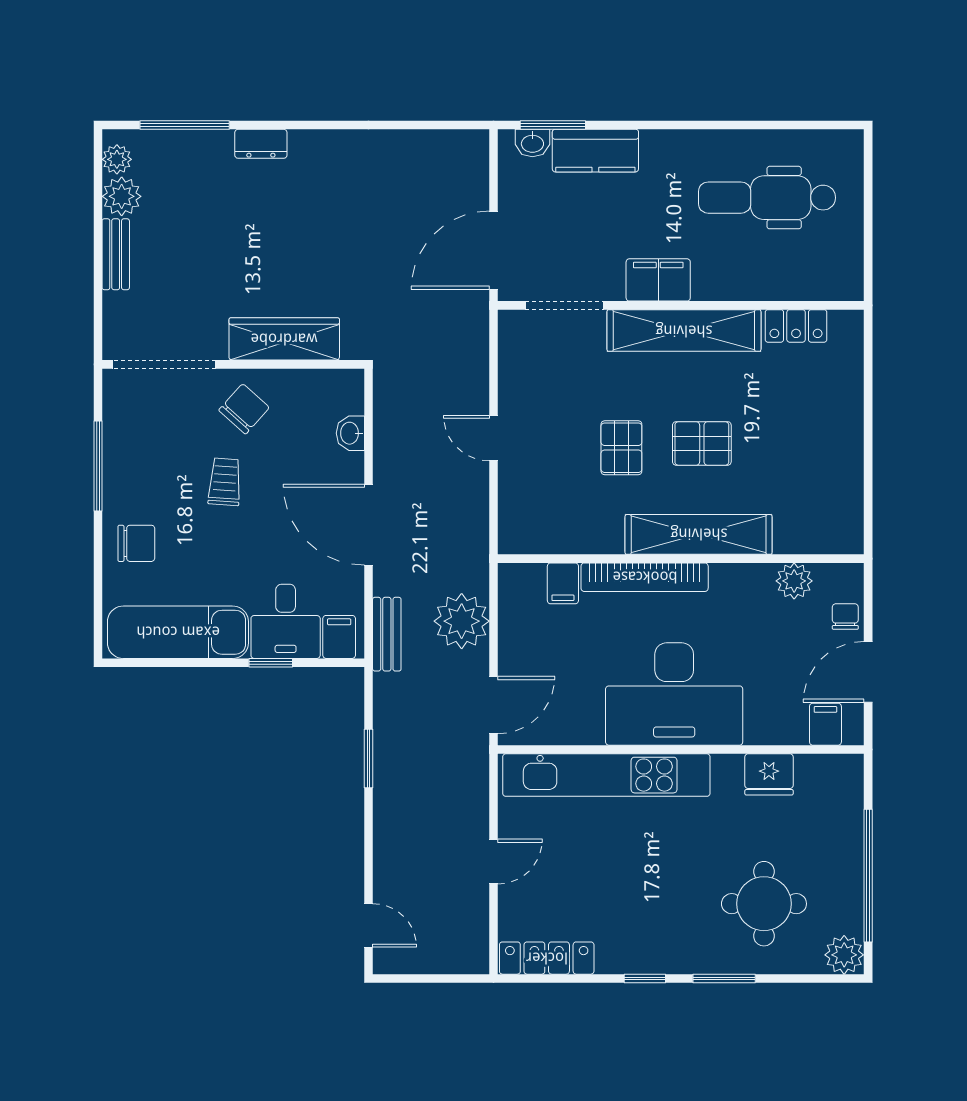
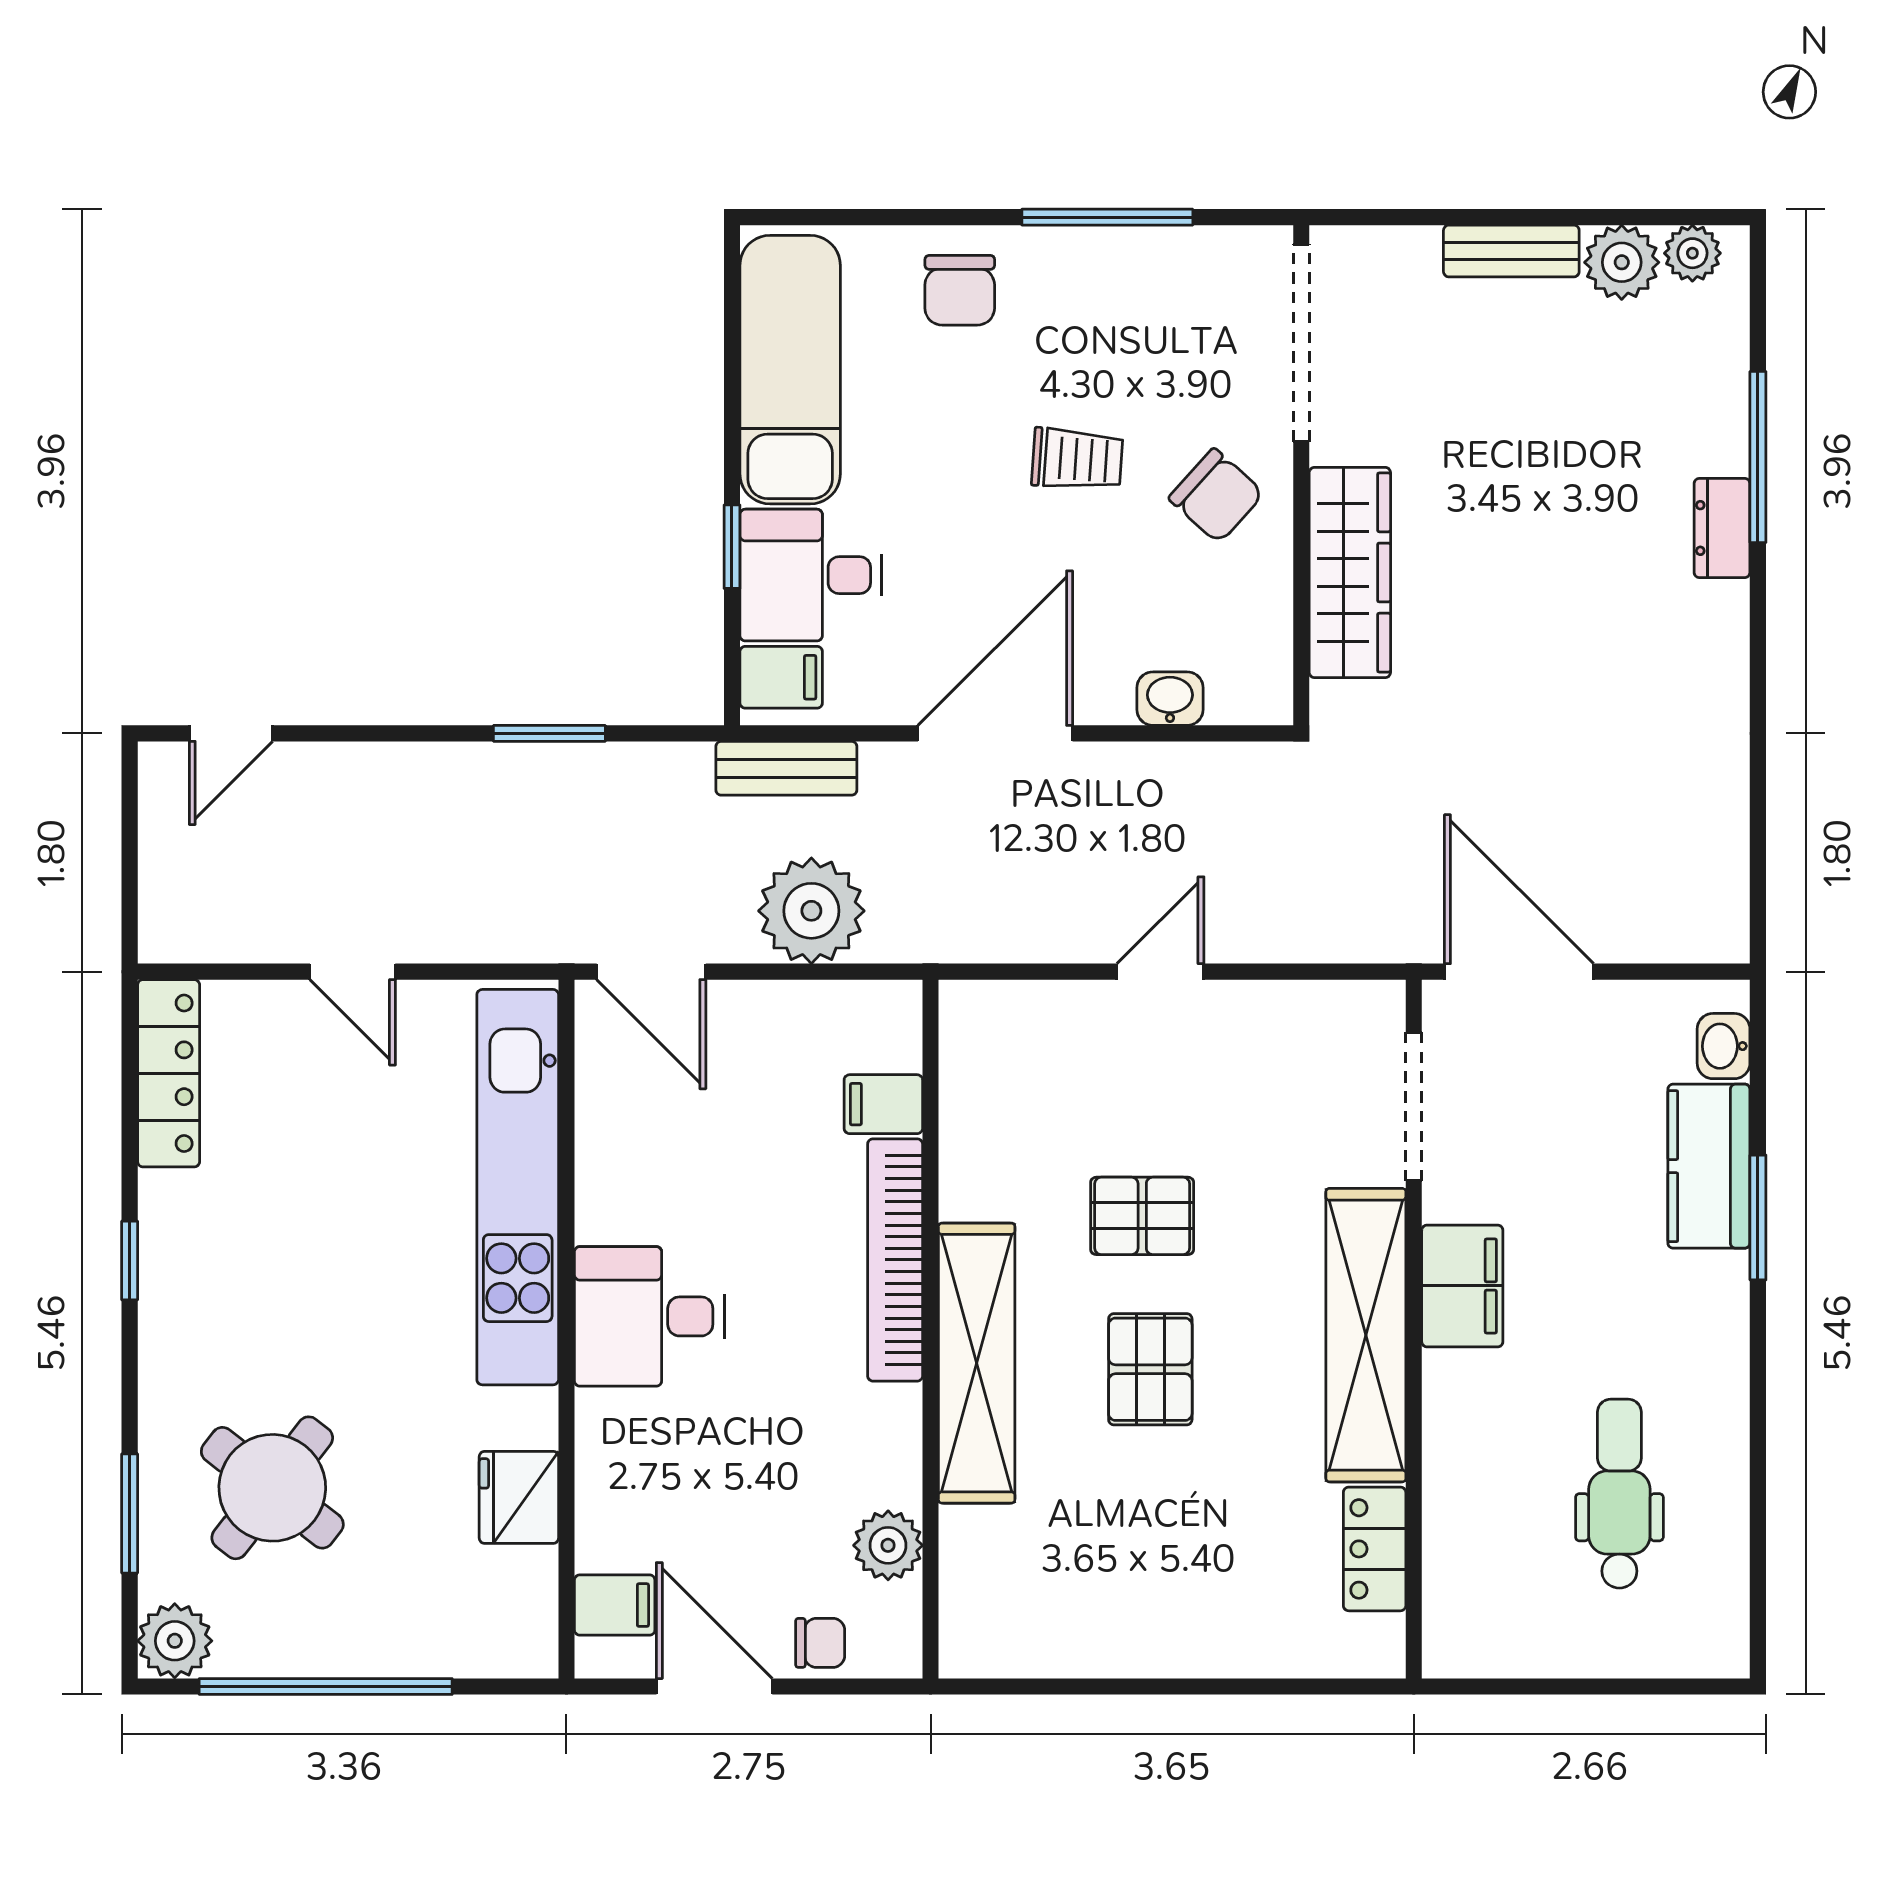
window: (185, 125) -> (1758, 457), moved
window: (553, 125) -> (1758, 1217), moved
dental chair: (767, 198) -> (1619, 1494), width x0.73, depth x0.72
desk: (674, 694) -> (650, 1316), width x0.53, depth x0.77
round table: (764, 904) -> (272, 1488), turned 38
window: (724, 978) -> (130, 1513), moved

